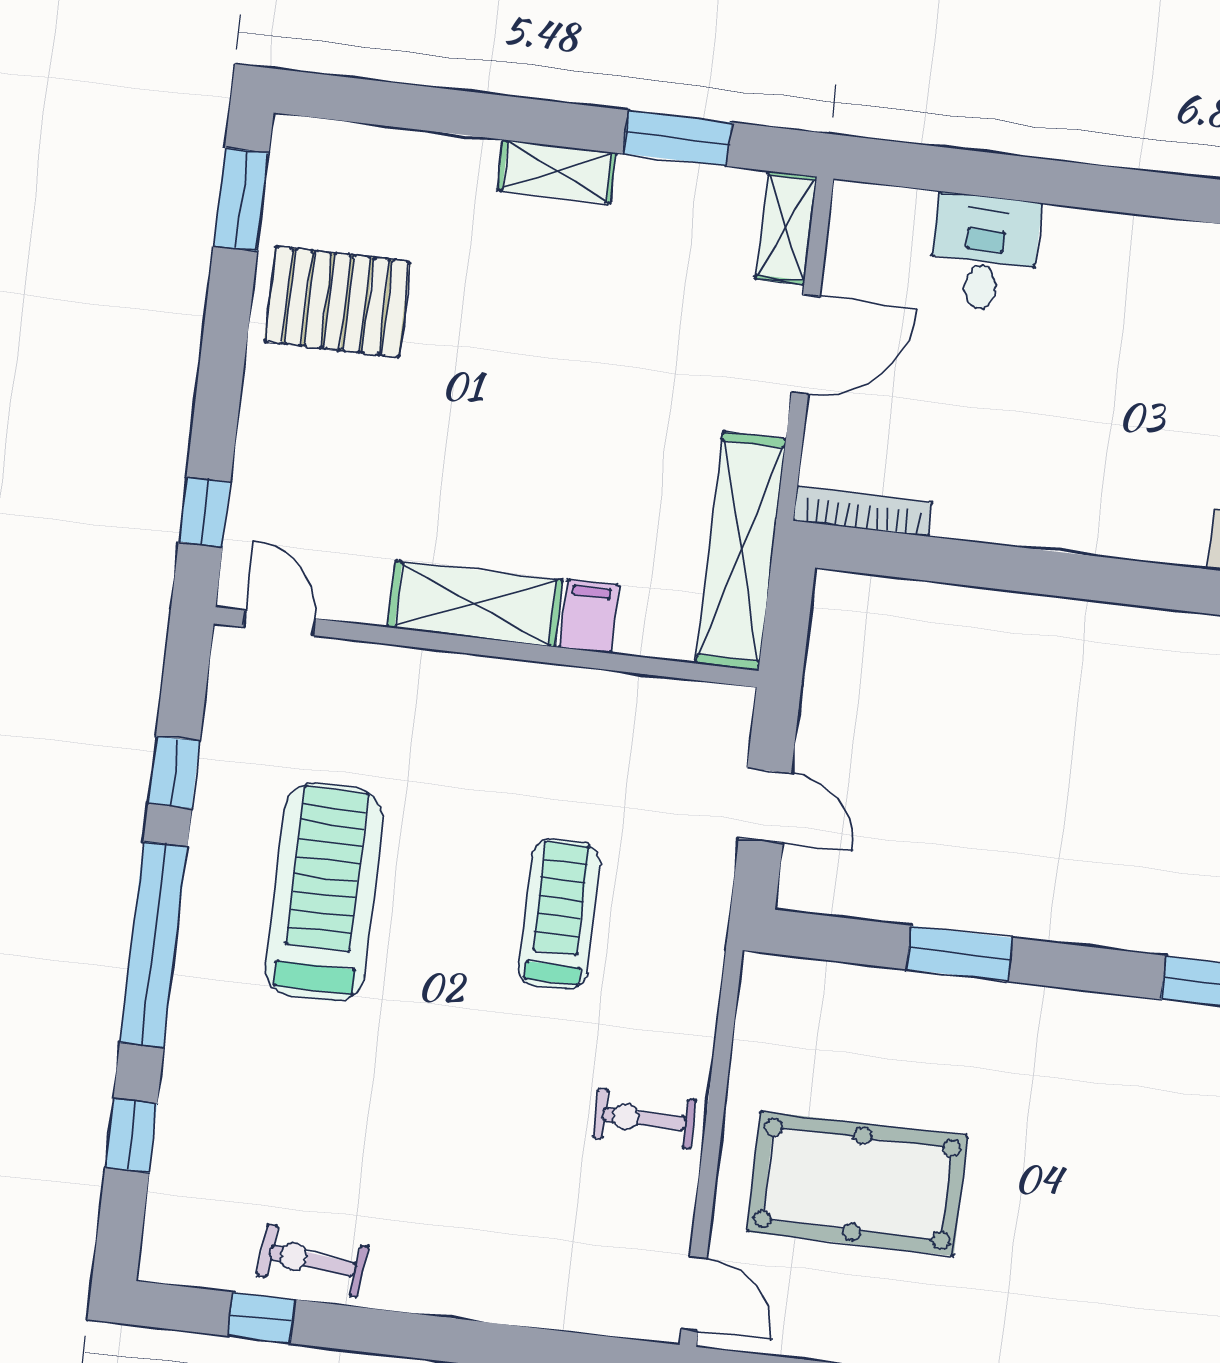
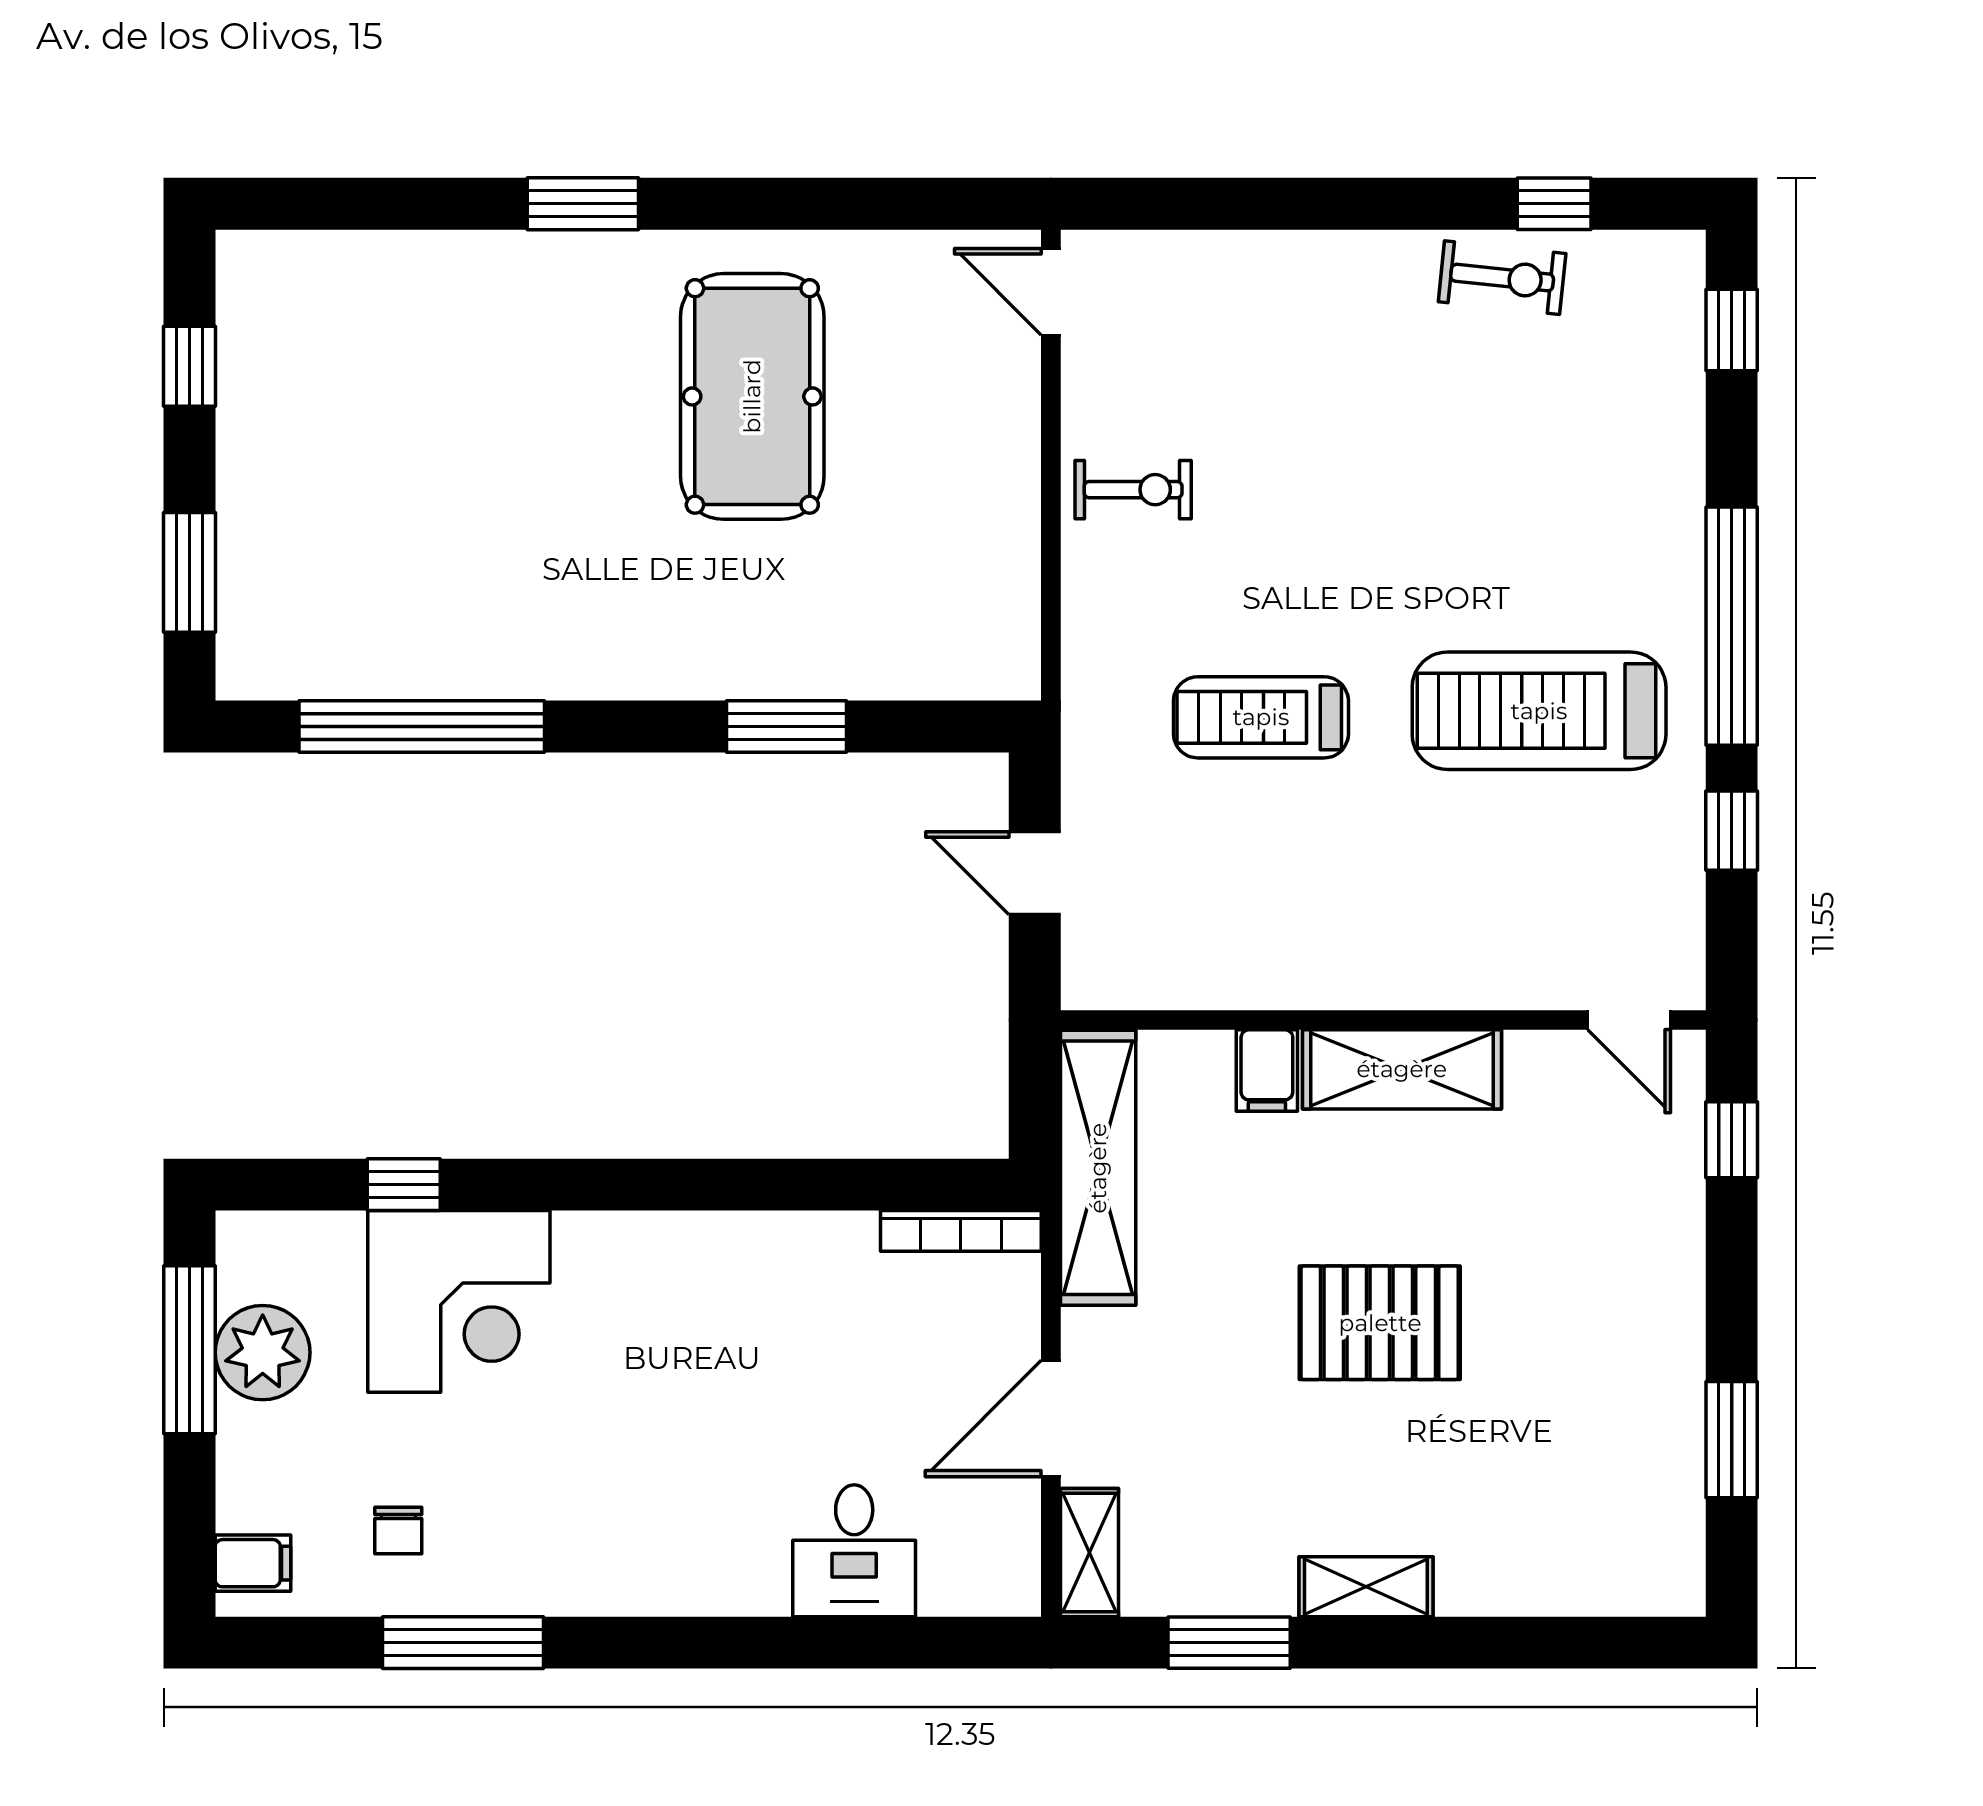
window: (241, 199) -> (1732, 1440), moved
pallet: (337, 302) -> (1380, 1323), moved
treadmill: (324, 892) -> (1539, 711), turned 90
treadmill: (559, 914) -> (1261, 717), turned 90
window: (131, 1136) -> (1732, 330), moved
pool table: (857, 1184) -> (752, 396), moved, turned 90

